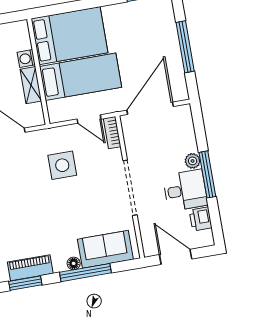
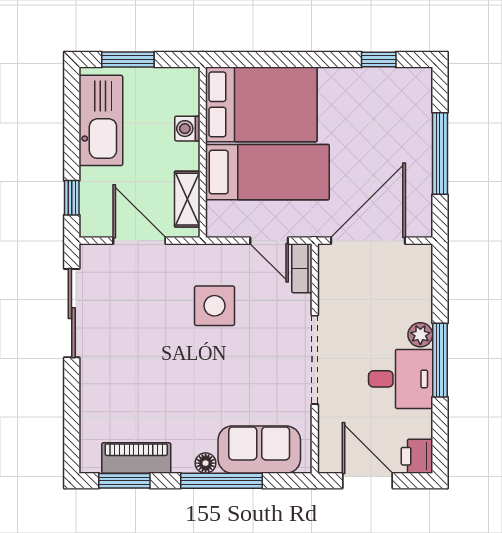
shelving: (31, 85) -> (187, 199), moved
printer: (201, 219) -> (417, 456), moved

